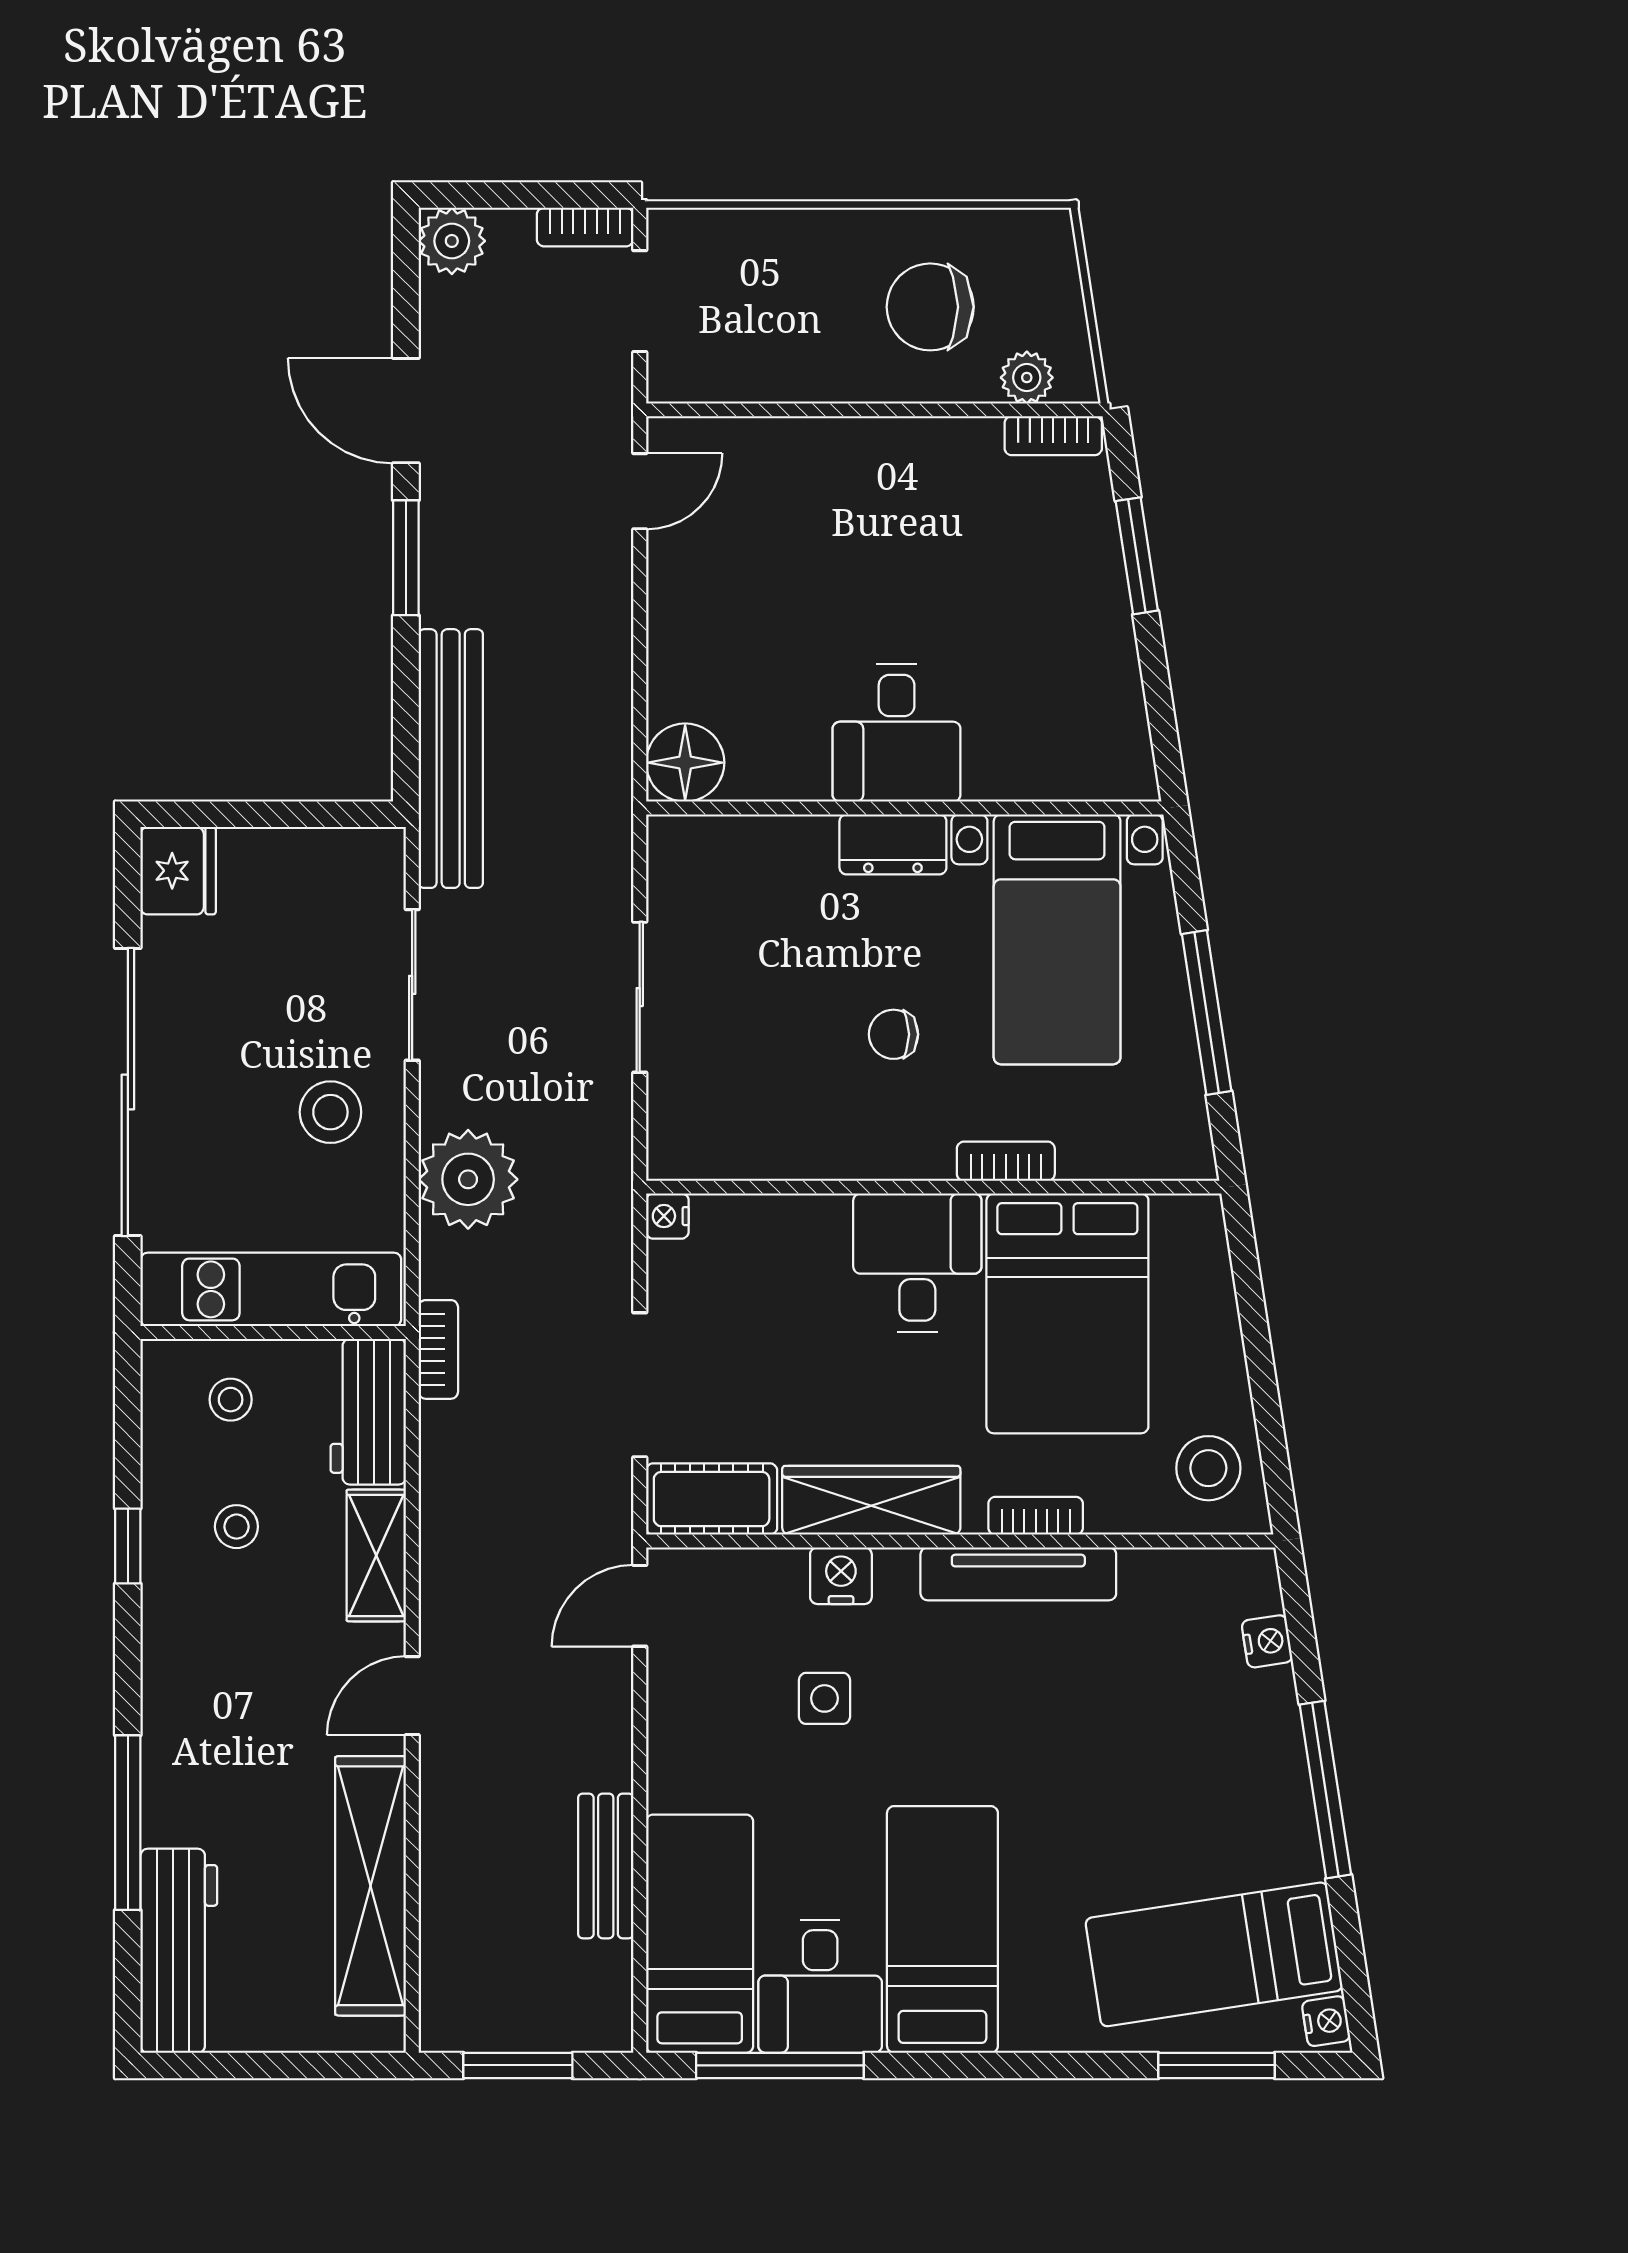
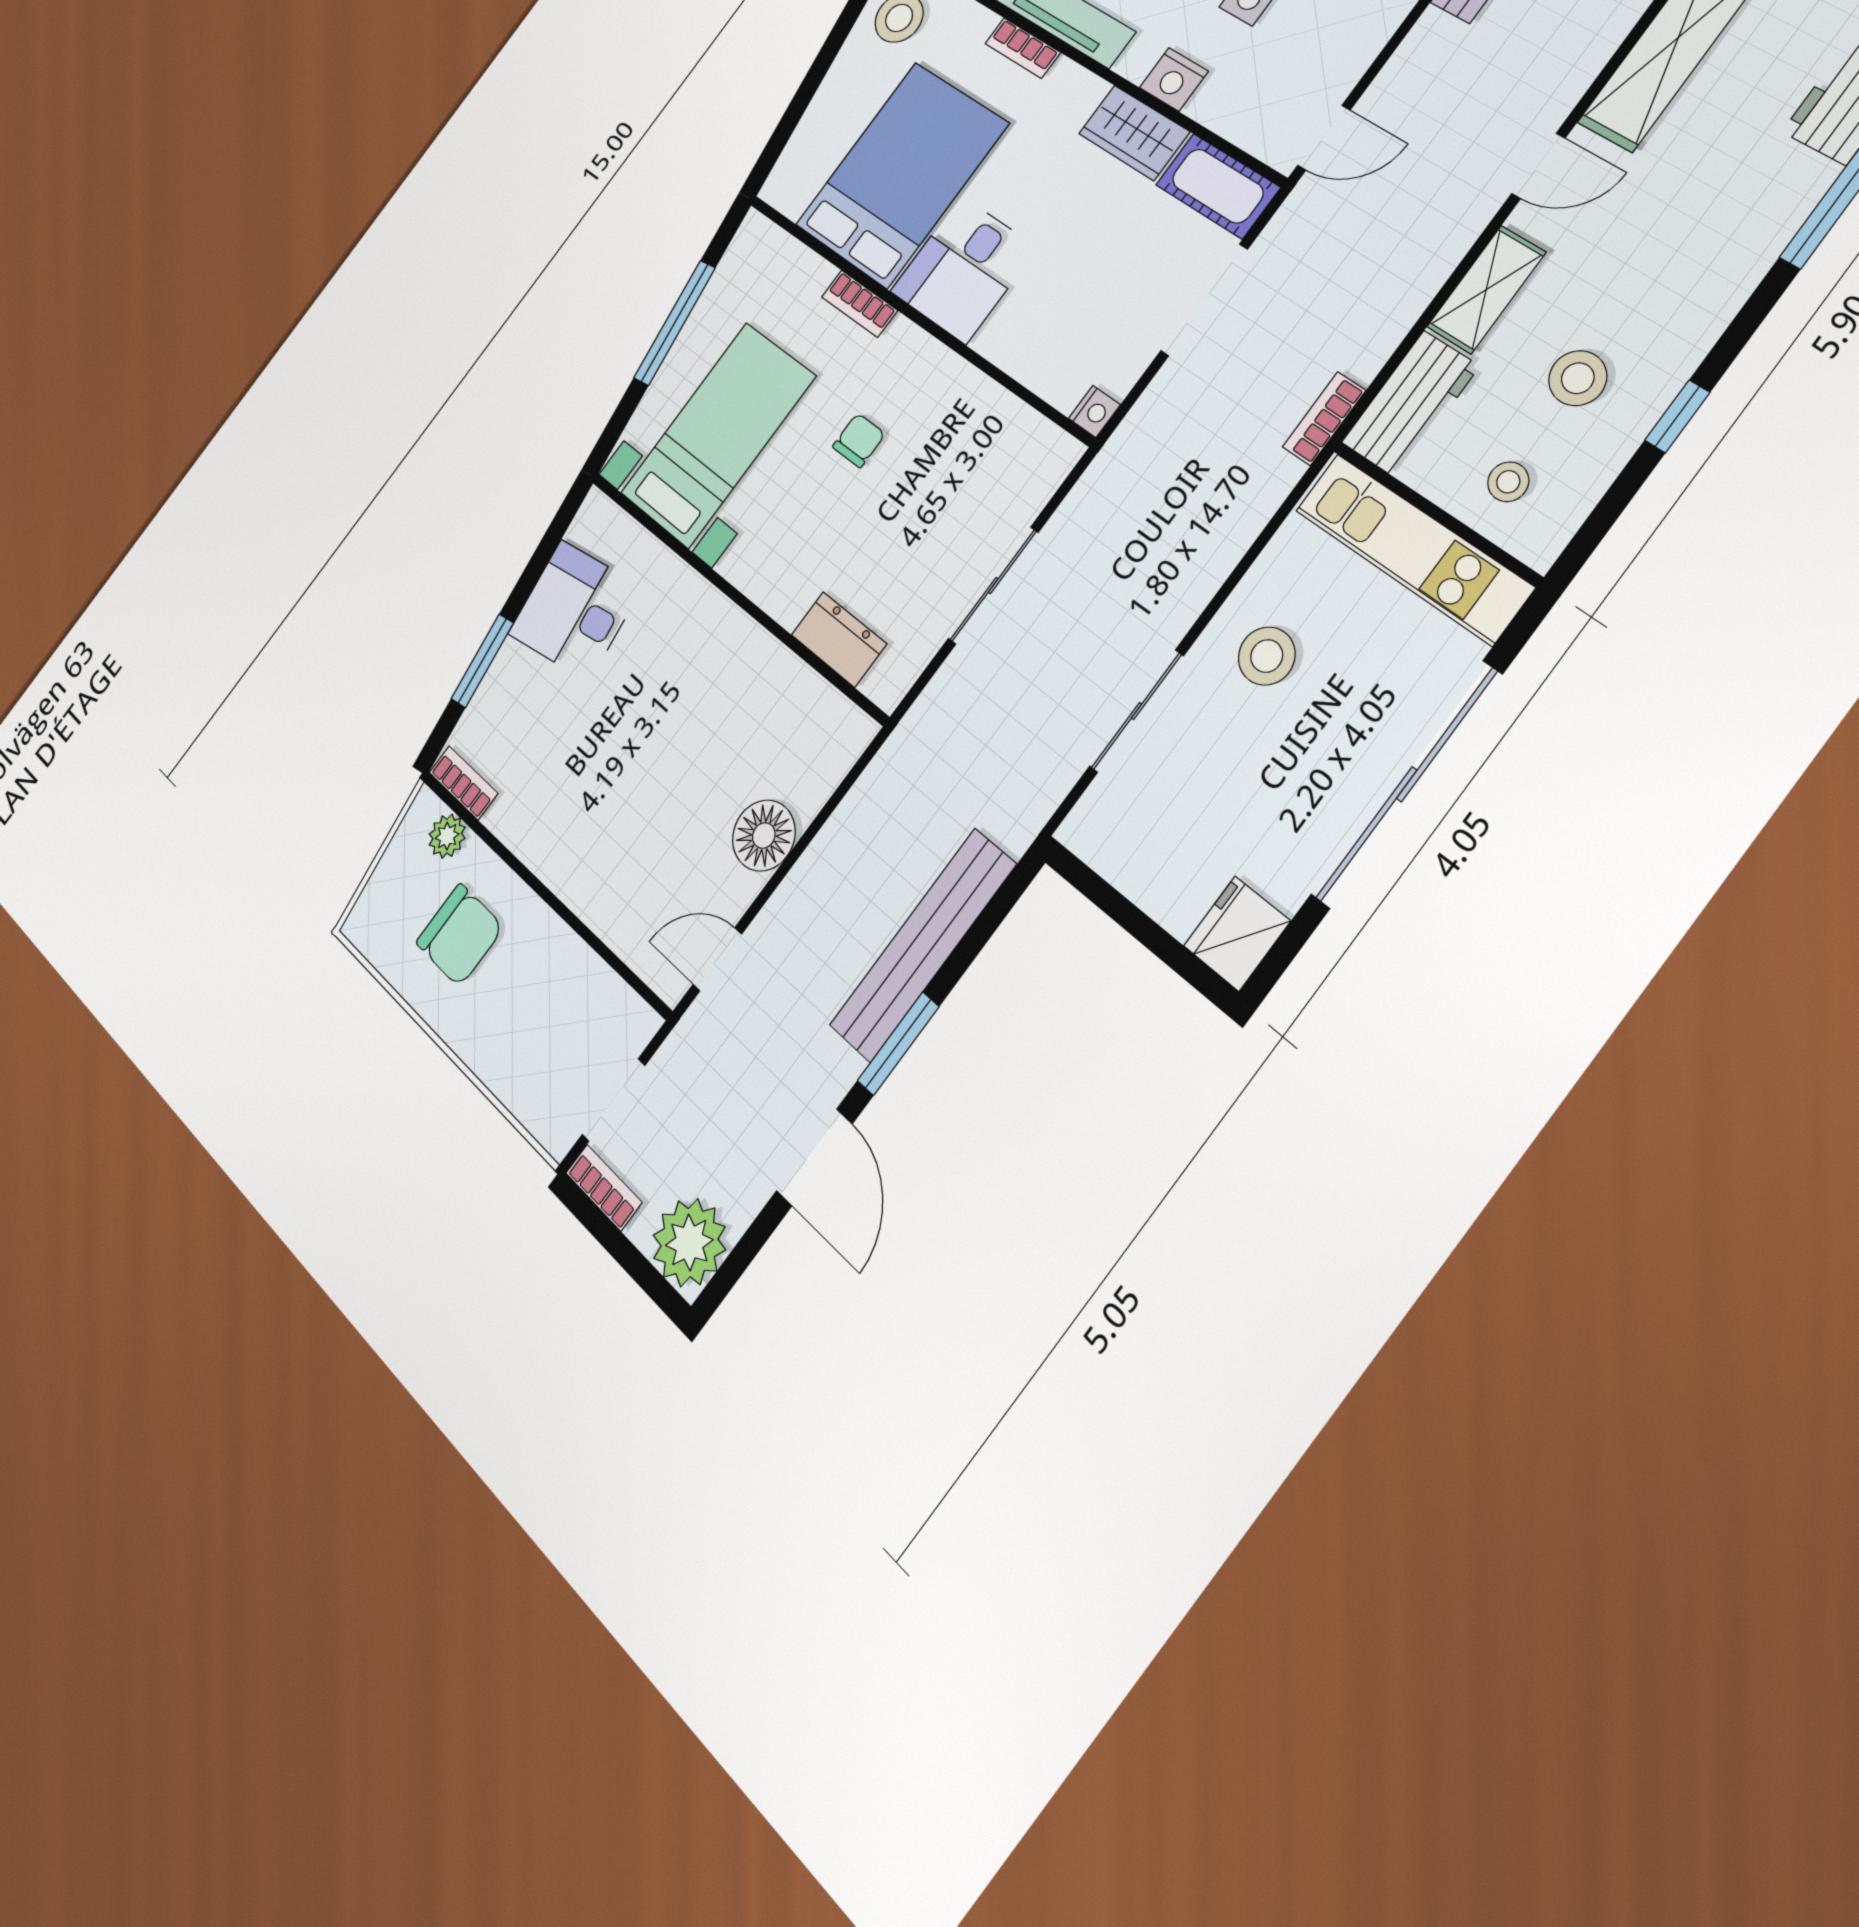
plant: (452, 241) -> (689, 1242), width x1.36, depth x1.36
desk: (897, 733) -> (575, 610), moved, turned -99
bench: (451, 759) -> (923, 945), moved
floor lamp: (685, 763) -> (764, 836), moved
dresser: (893, 844) -> (839, 639), moved
chair: (893, 1034) -> (859, 440), turned -90
plant: (468, 1179) -> (1208, 534), removed
wardrobe: (871, 1500) -> (1134, 133), width x0.67
stool: (236, 1527) -> (1578, 378), width x1.37, depth x1.37

